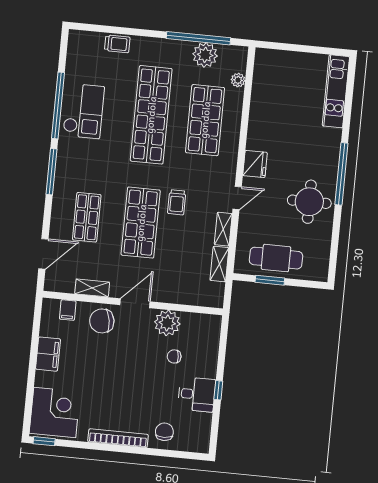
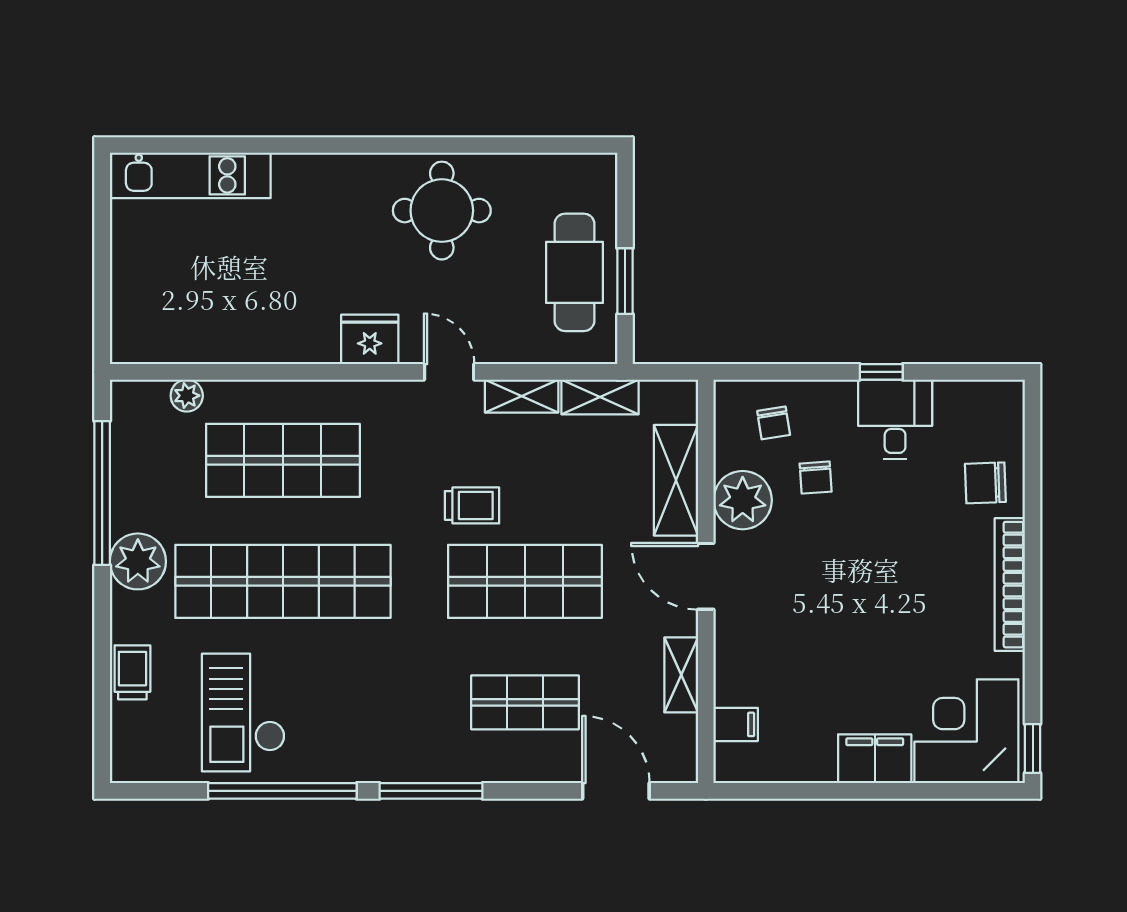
plant: (205, 55) -> (138, 561), moved
checkout: (84, 111) -> (243, 712), moved, turned -90
window: (341, 174) -> (373, 145), removed
shelving: (179, 294) -> (676, 480), added
chair: (102, 321) -> (774, 423), moved, width x0.54, depth x0.54
filing cabinet: (48, 354) -> (875, 759), moved

